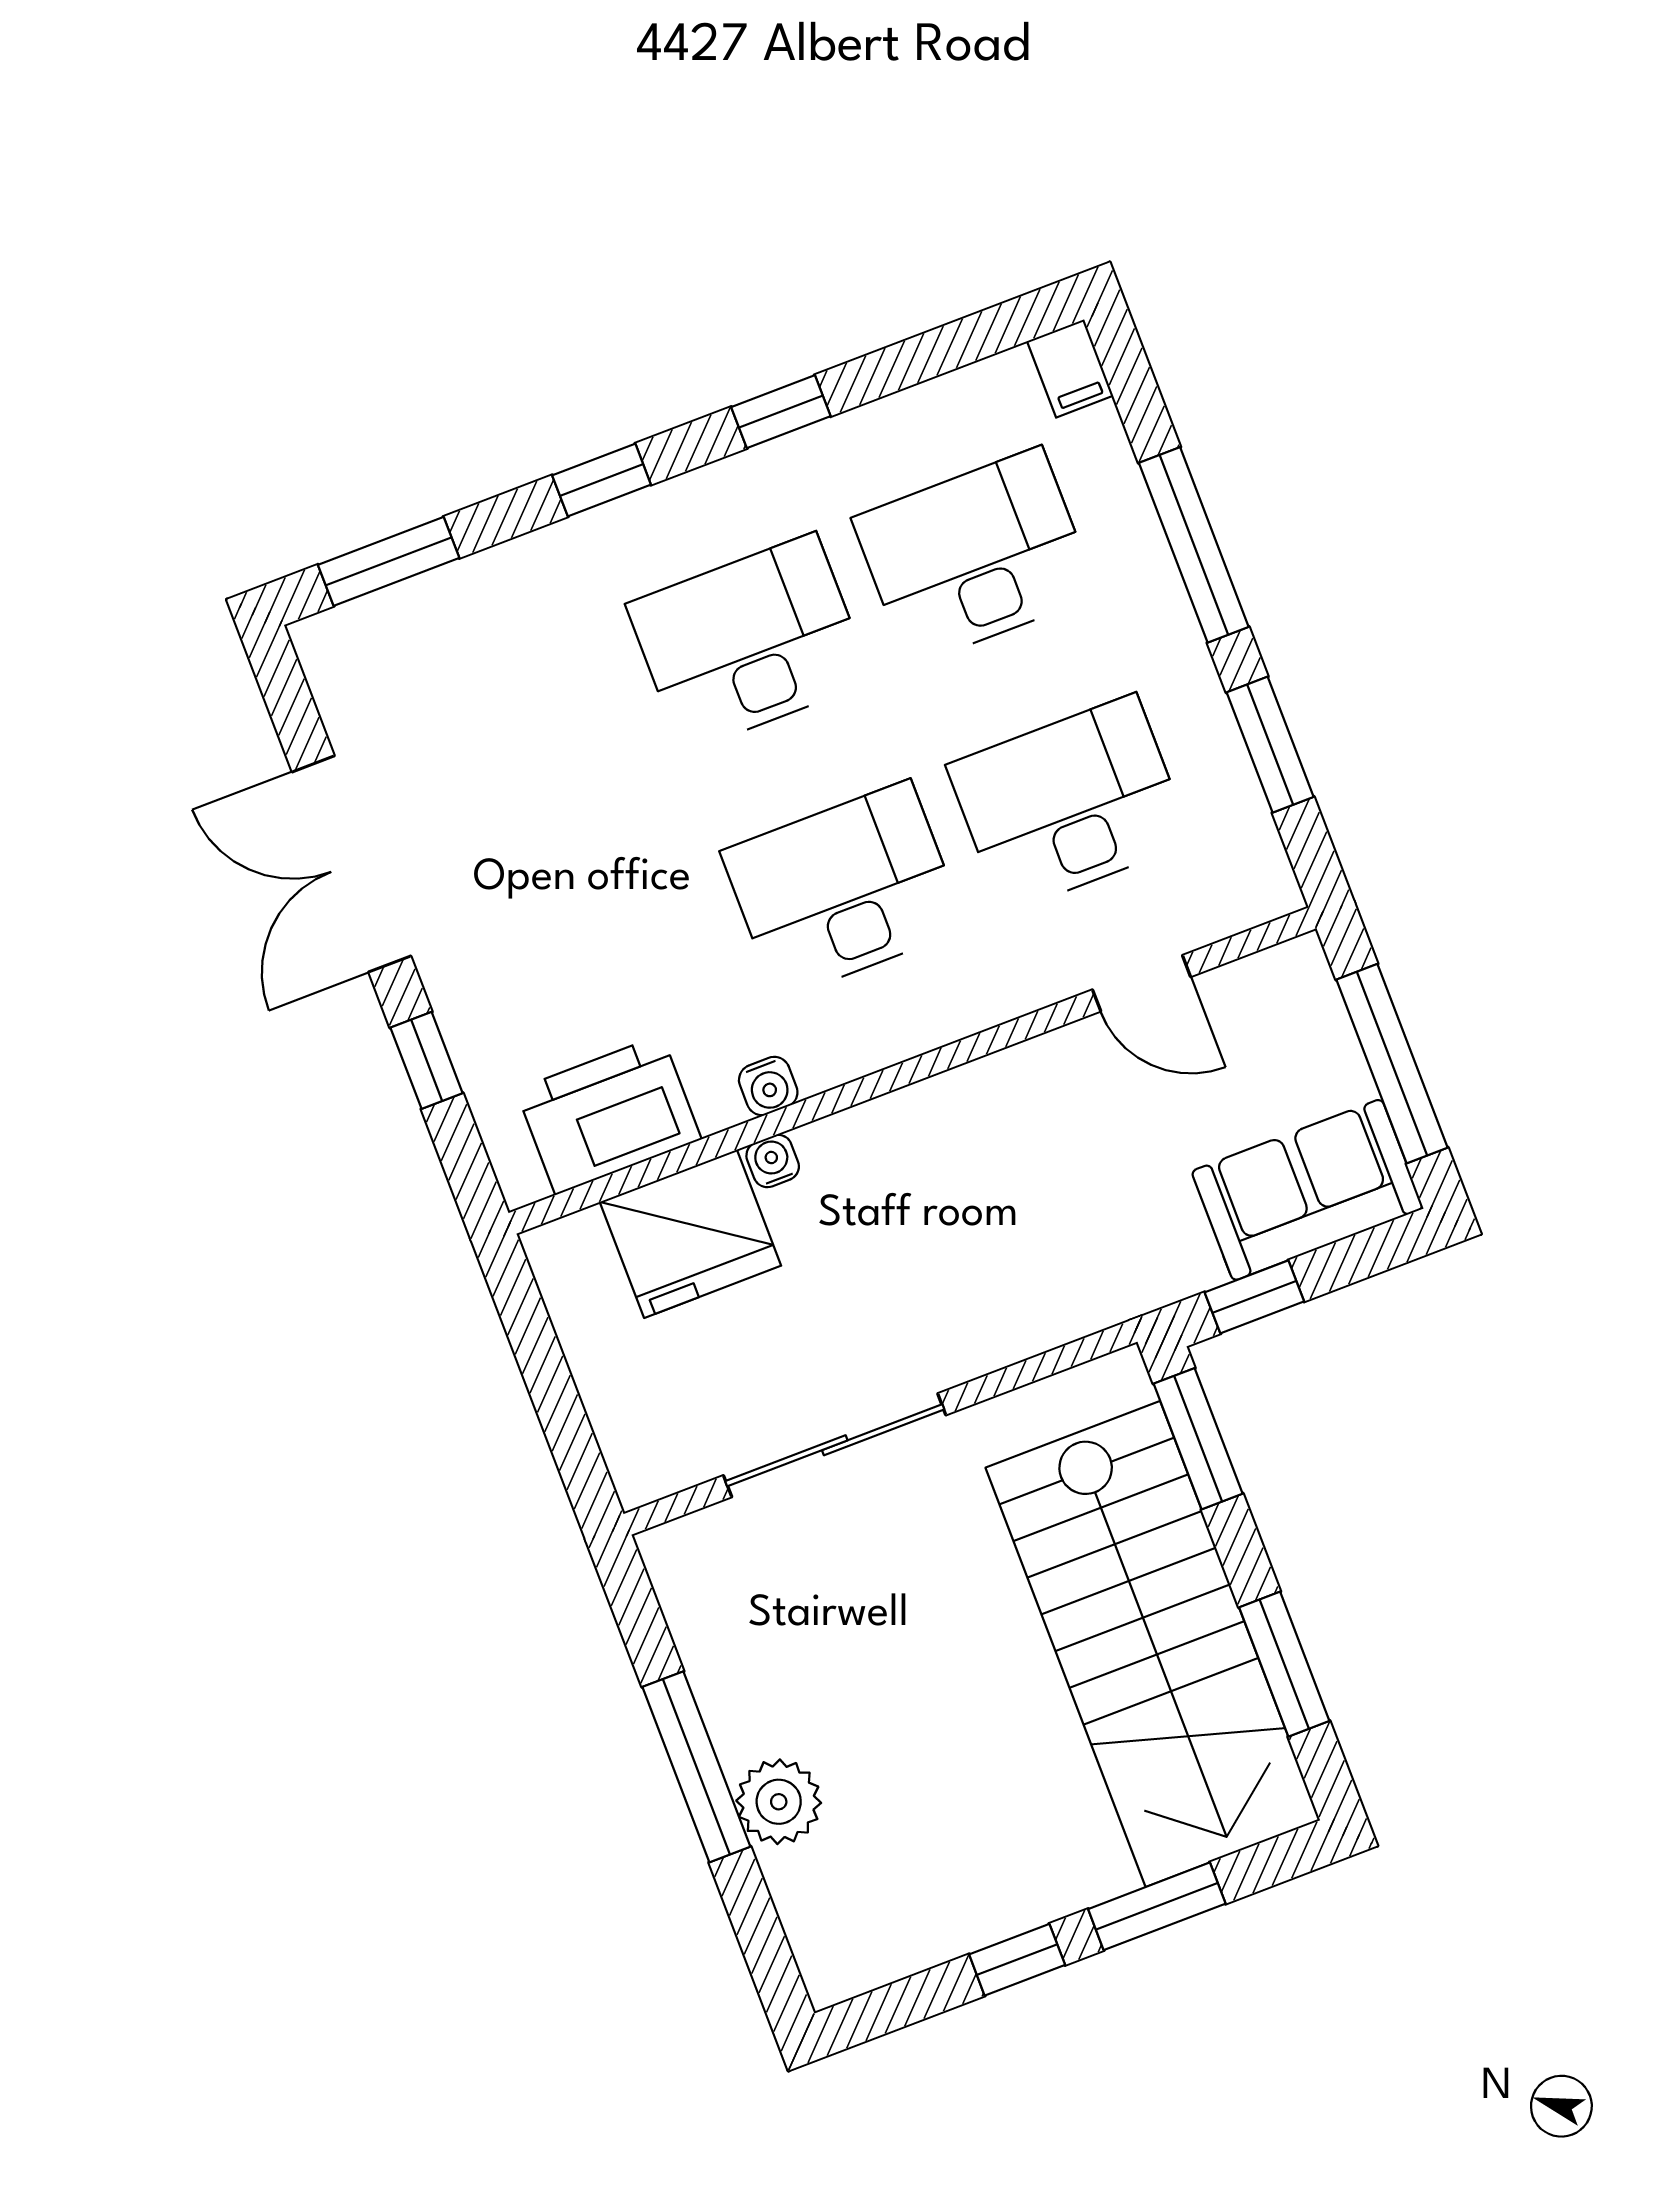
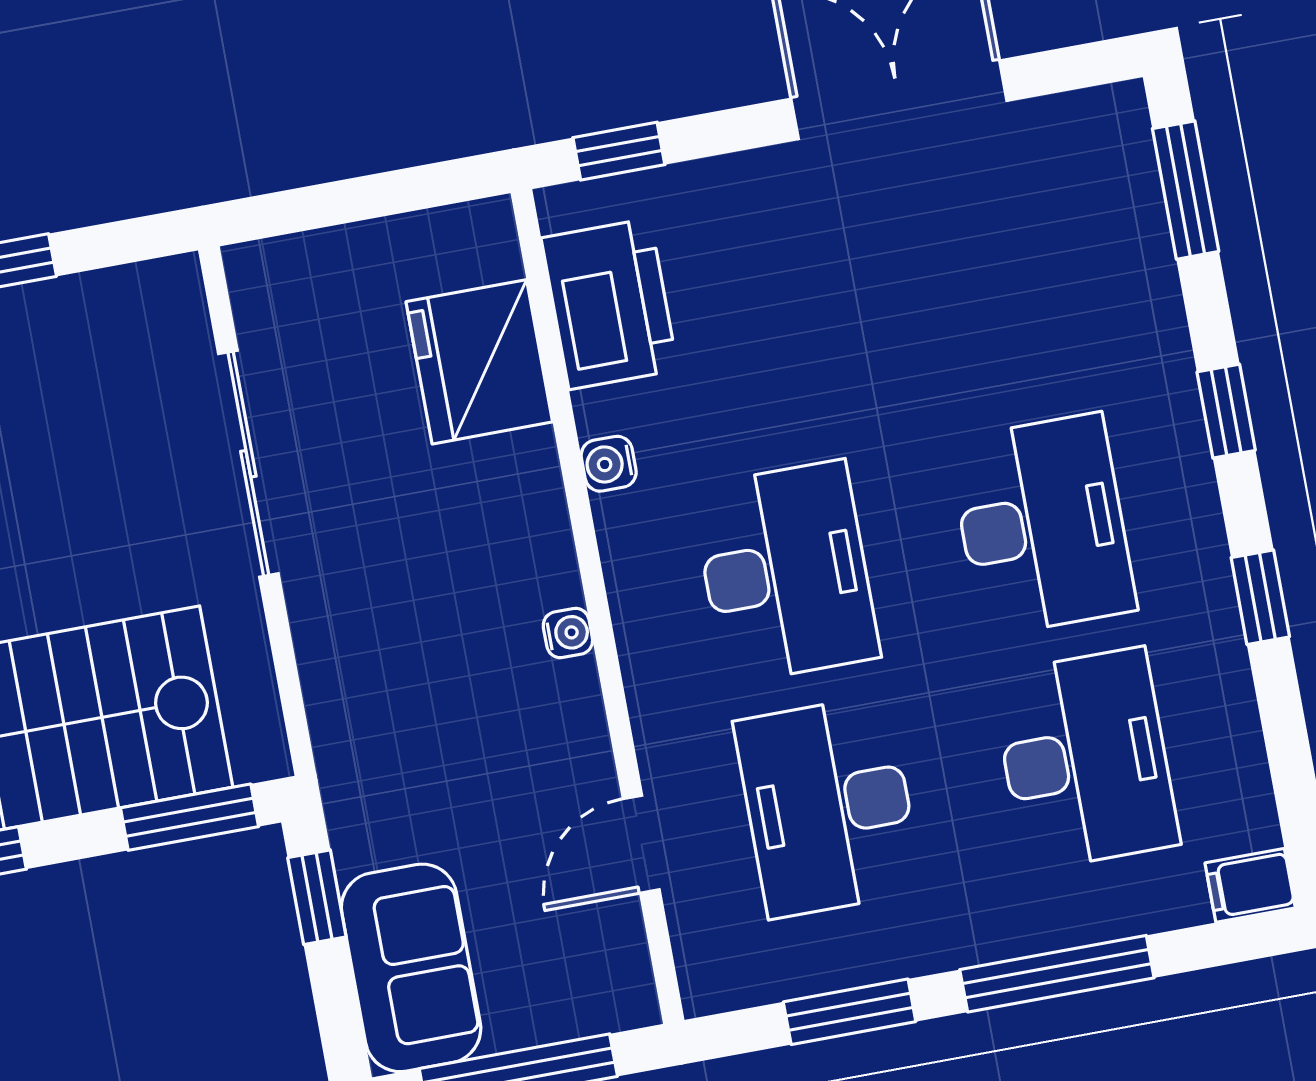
desk: (1069, 804) -> (828, 806), turned 180
window: (427, 1060) -> (619, 151), moved
water cooler: (773, 1161) -> (568, 633), moved

